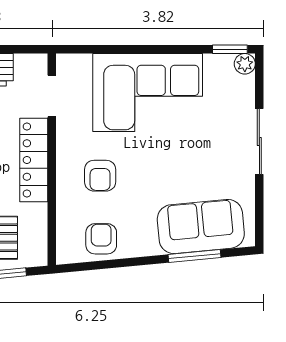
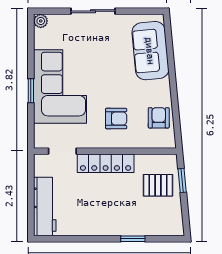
window: (230, 49) -> (31, 91), moved
armchair: (101, 239) -> (159, 118), turned 90
window: (194, 256) -> (170, 55), removed

